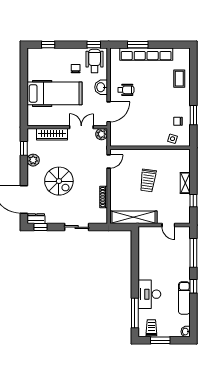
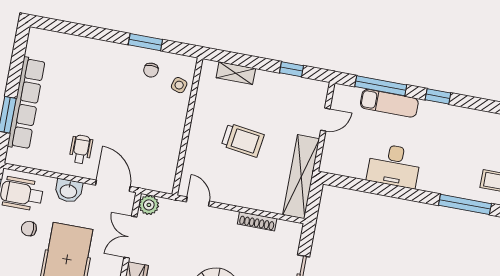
coffee table: (179, 79) -> (79, 55), removed
shelving: (185, 183) -> (236, 73), moved
desk: (149, 294) -> (394, 166), moved
exam couch: (184, 298) -> (389, 103), moved

